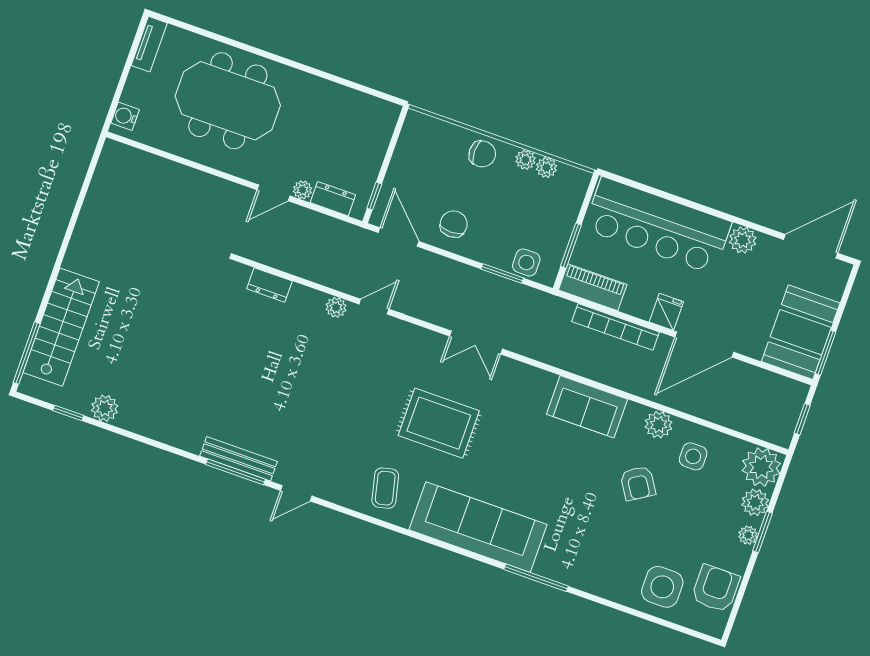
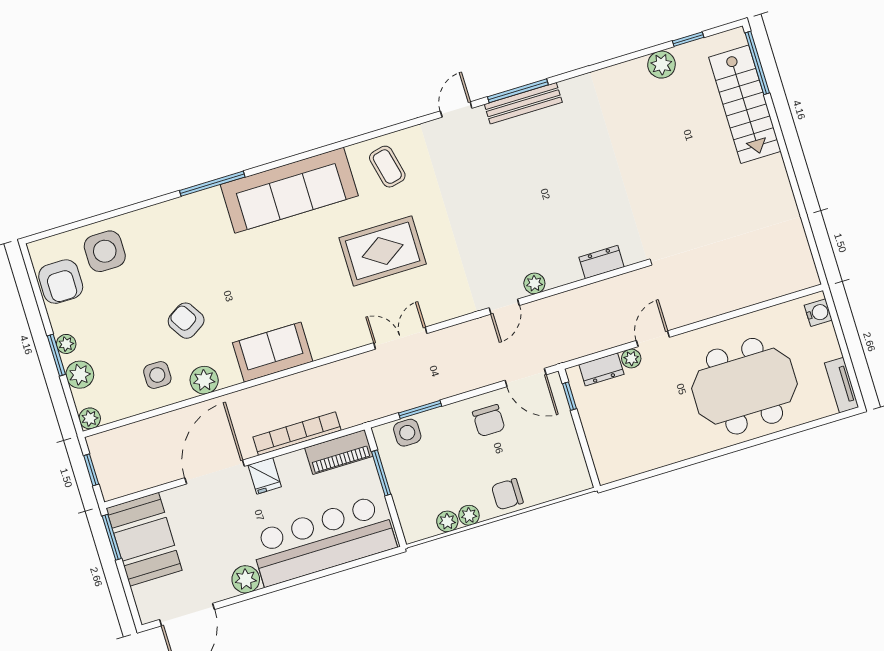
plant: (761, 467) -> (90, 418), width x0.53, depth x0.53

